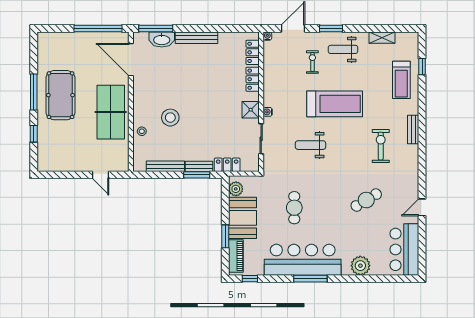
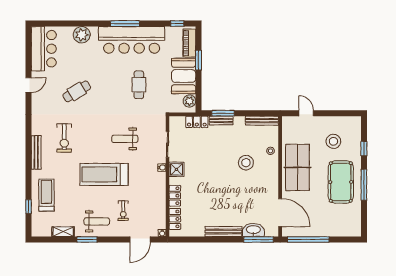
window: (331, 29) -> (87, 239), moved
bench: (413, 129) -> (36, 152), width x1.36
stool: (69, 142) -> (333, 141), added
weight bench: (311, 145) -> (125, 139), turned 180
bench: (165, 166) -> (262, 121), moved

